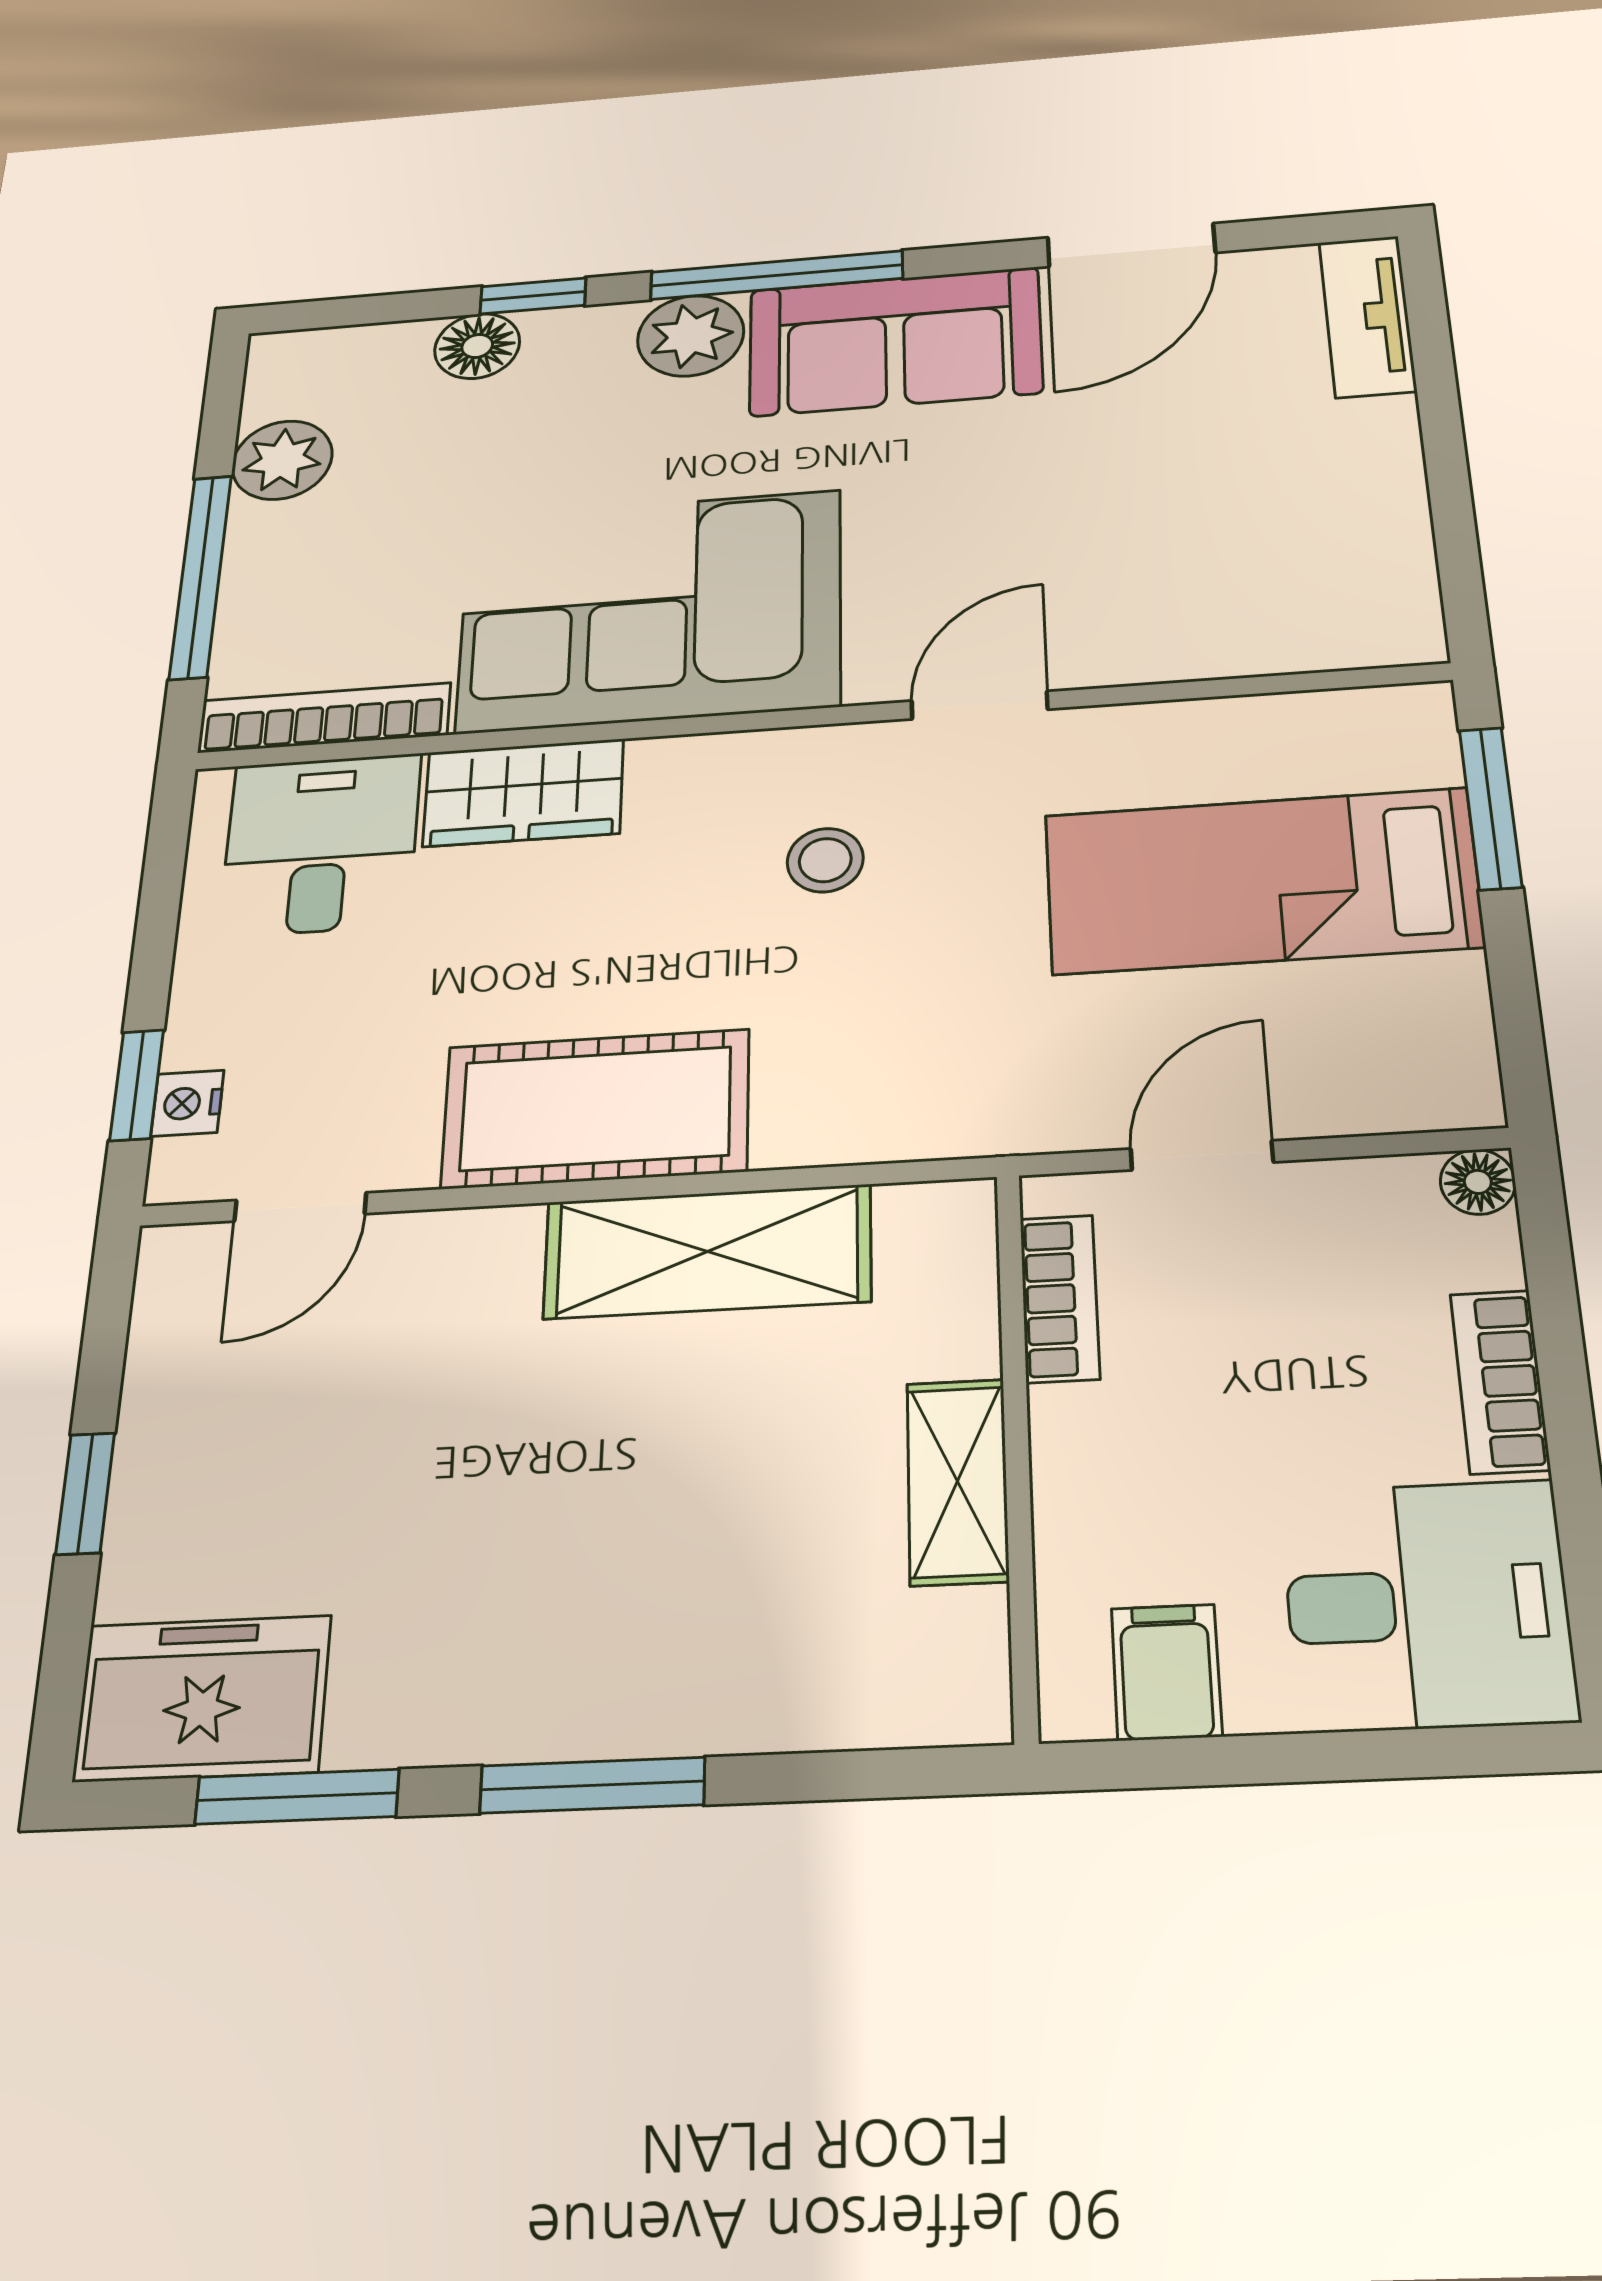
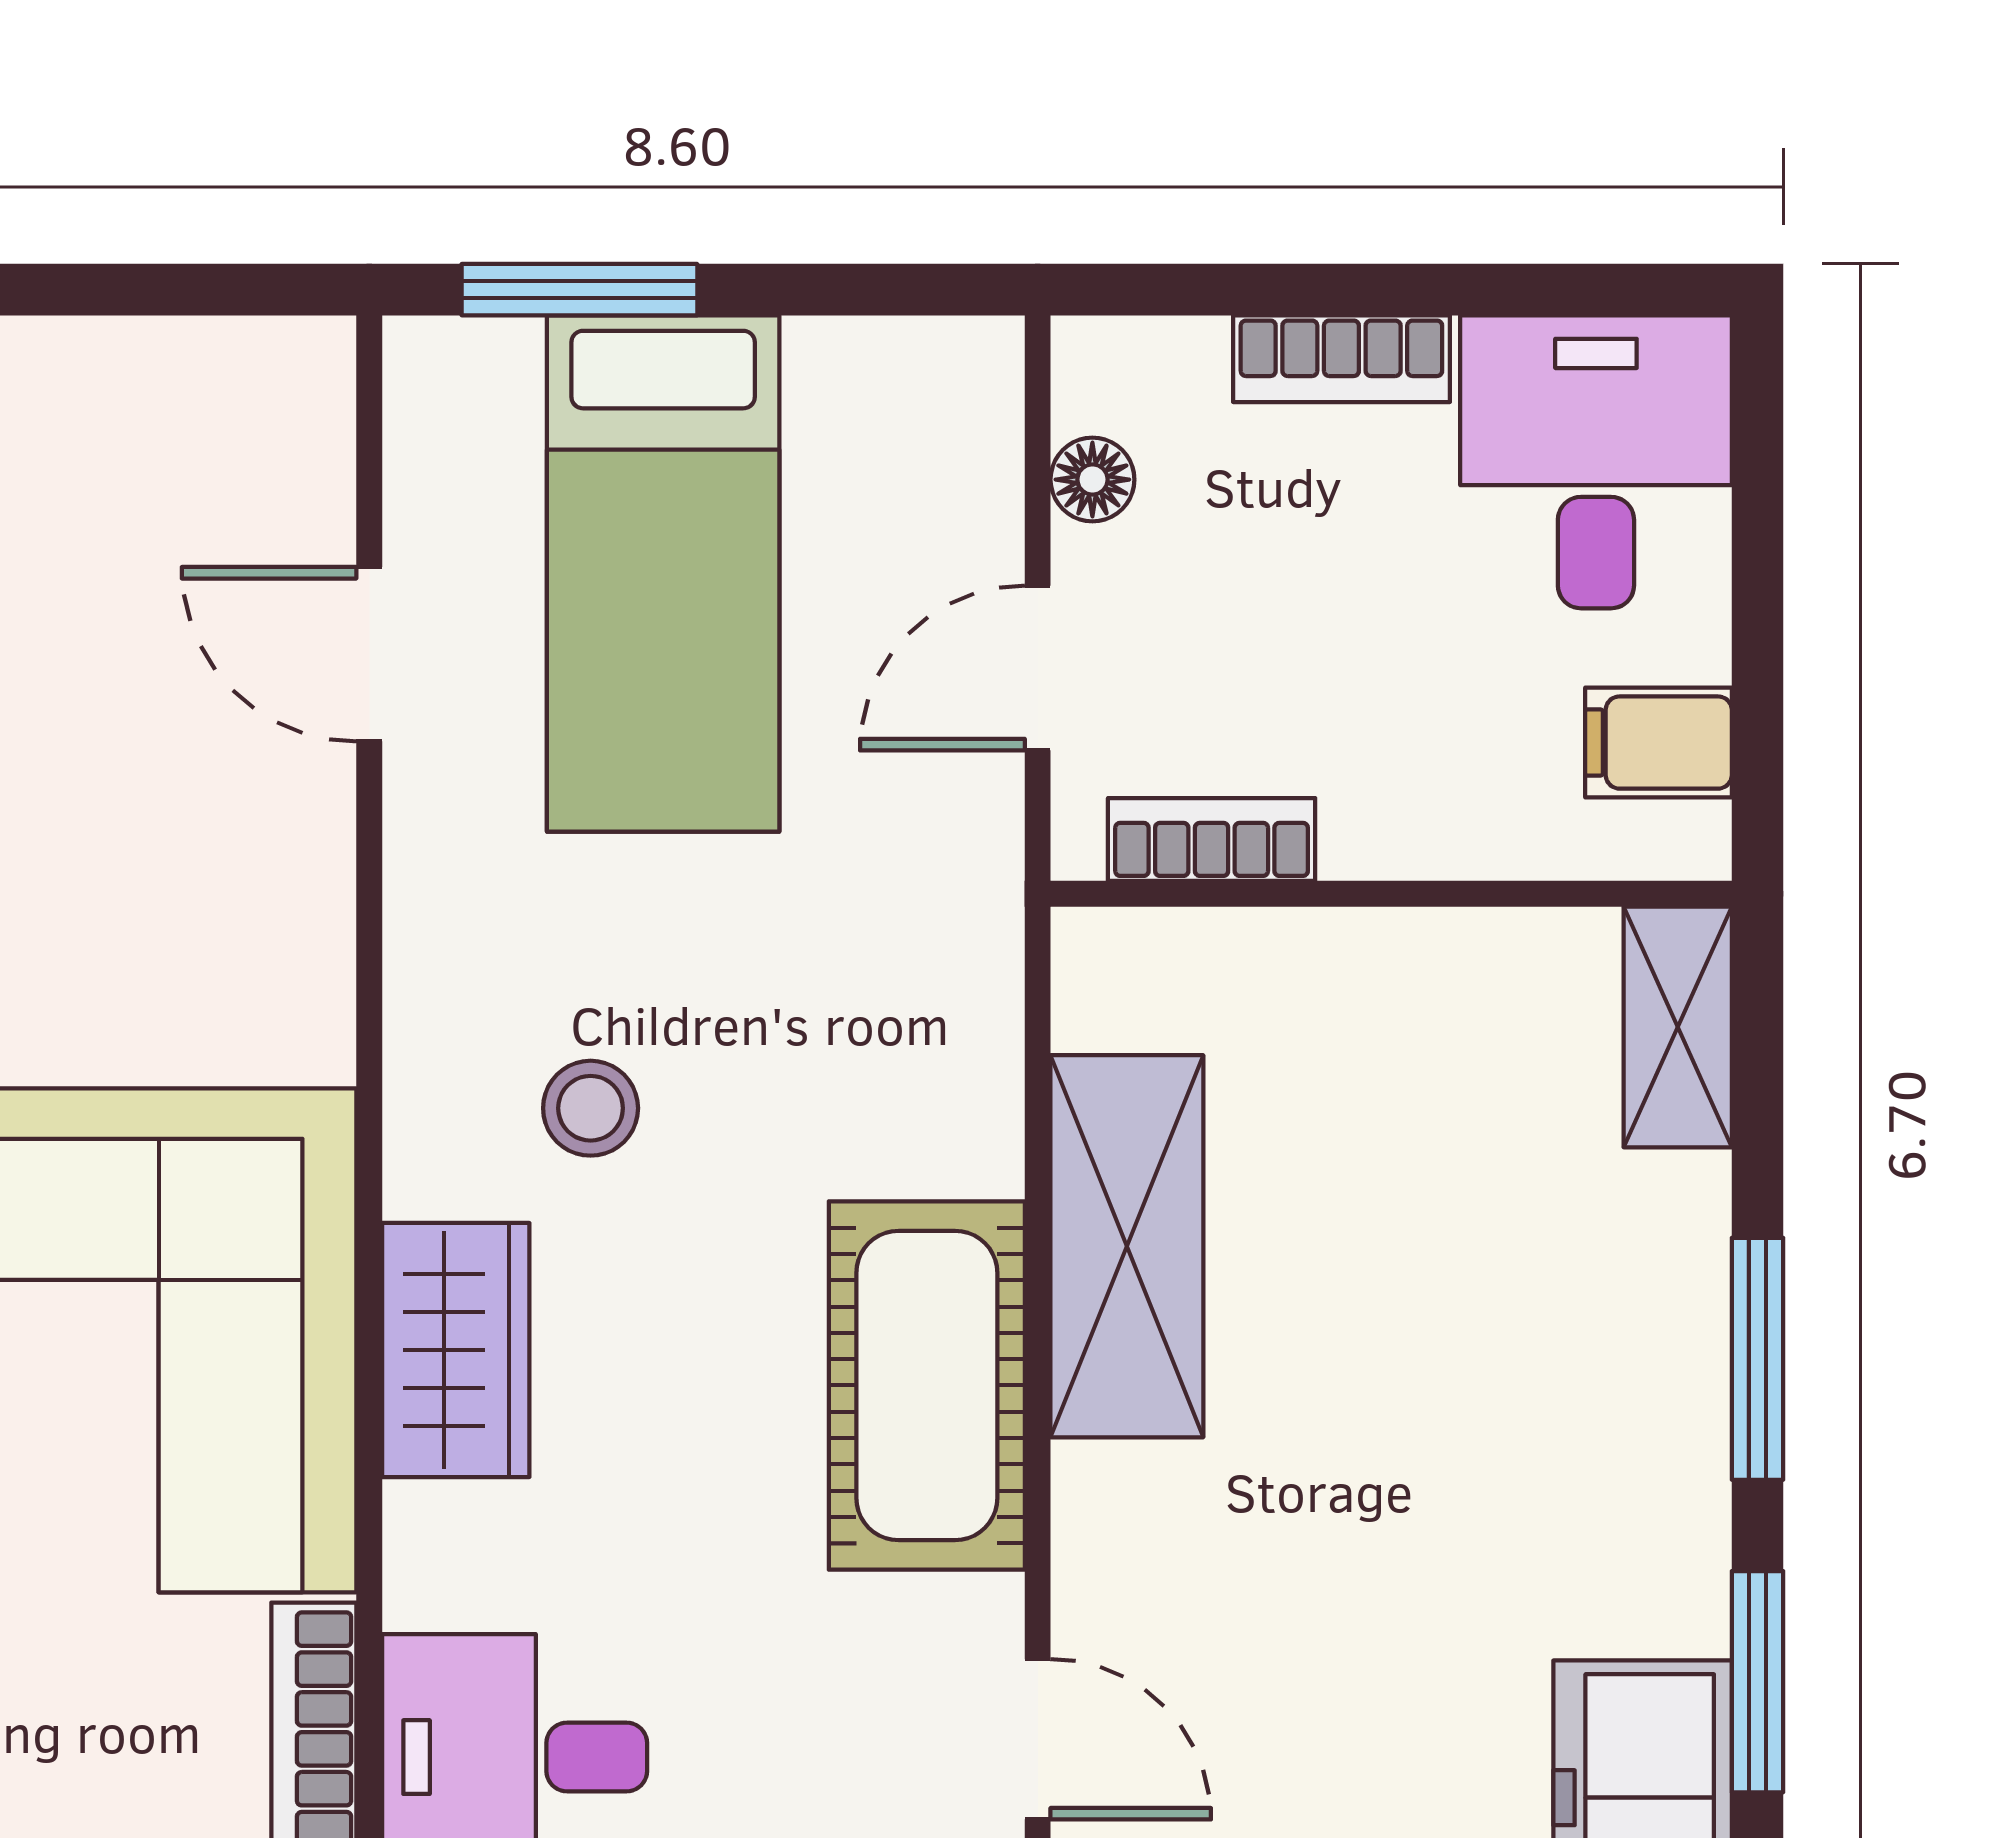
door: (980, 705) -> (369, 654), moved
wardrobe: (523, 793) -> (456, 1350), moved
door: (1202, 1155) -> (1038, 668), hinge flipped
floor lamp: (1478, 1182) -> (1092, 480), moved
shelving: (957, 1481) -> (1678, 1027), moved, turned 90

